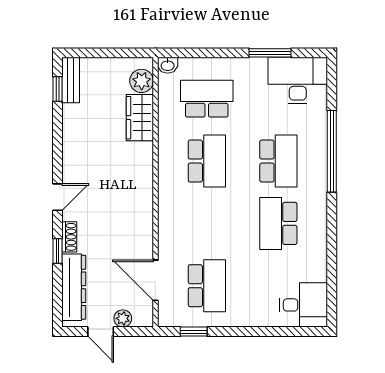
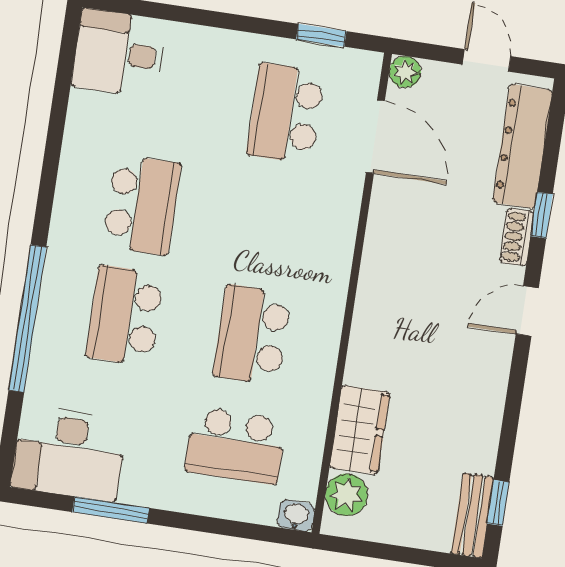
plant: (123, 318) -> (405, 72), moved

